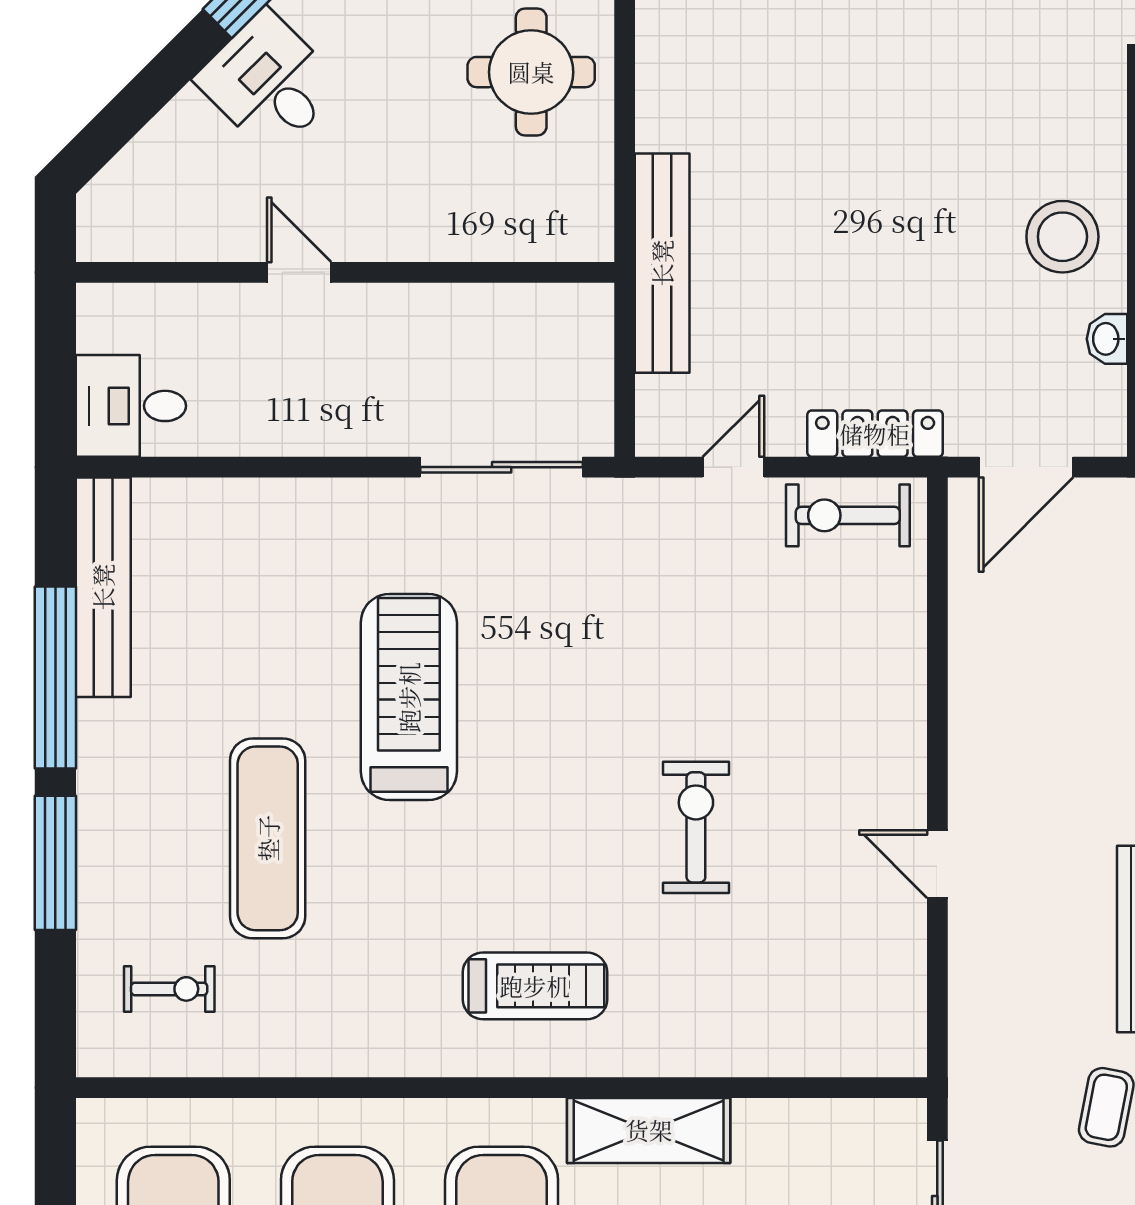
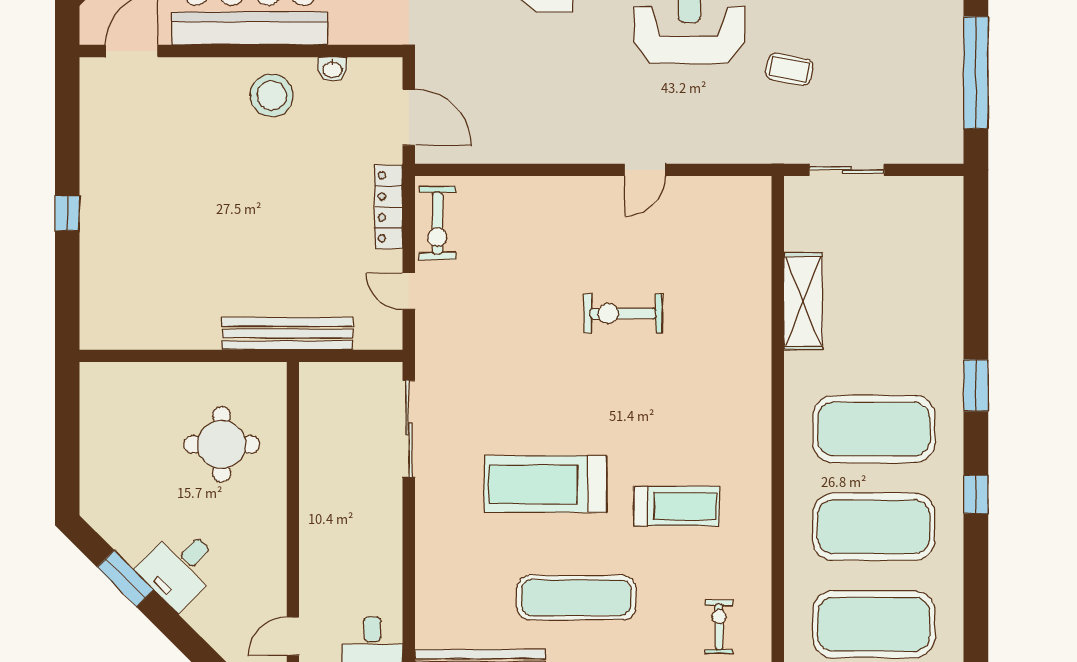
round table: (531, 72) -> (221, 444), moved
door: (299, 272) -> (293, 636), moved
exercise mat: (268, 838) -> (576, 598), moved
treadmill: (535, 986) -> (677, 506), moved, turned 90
shelving: (649, 1130) -> (803, 301), moved

